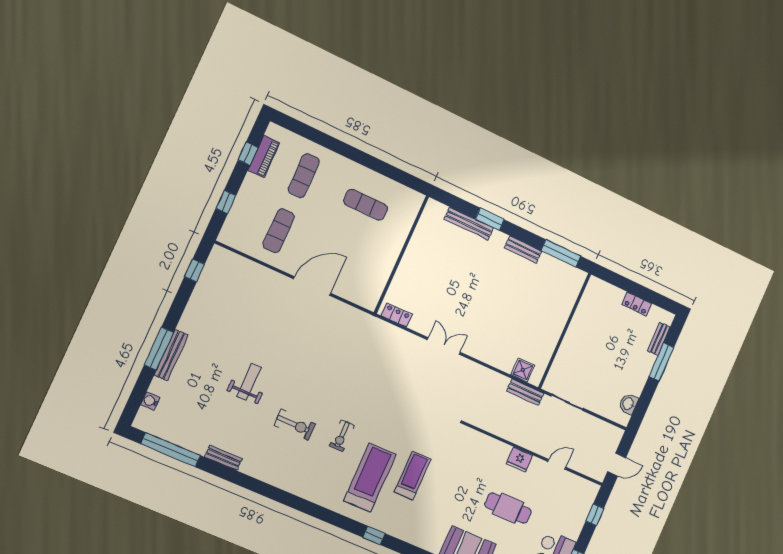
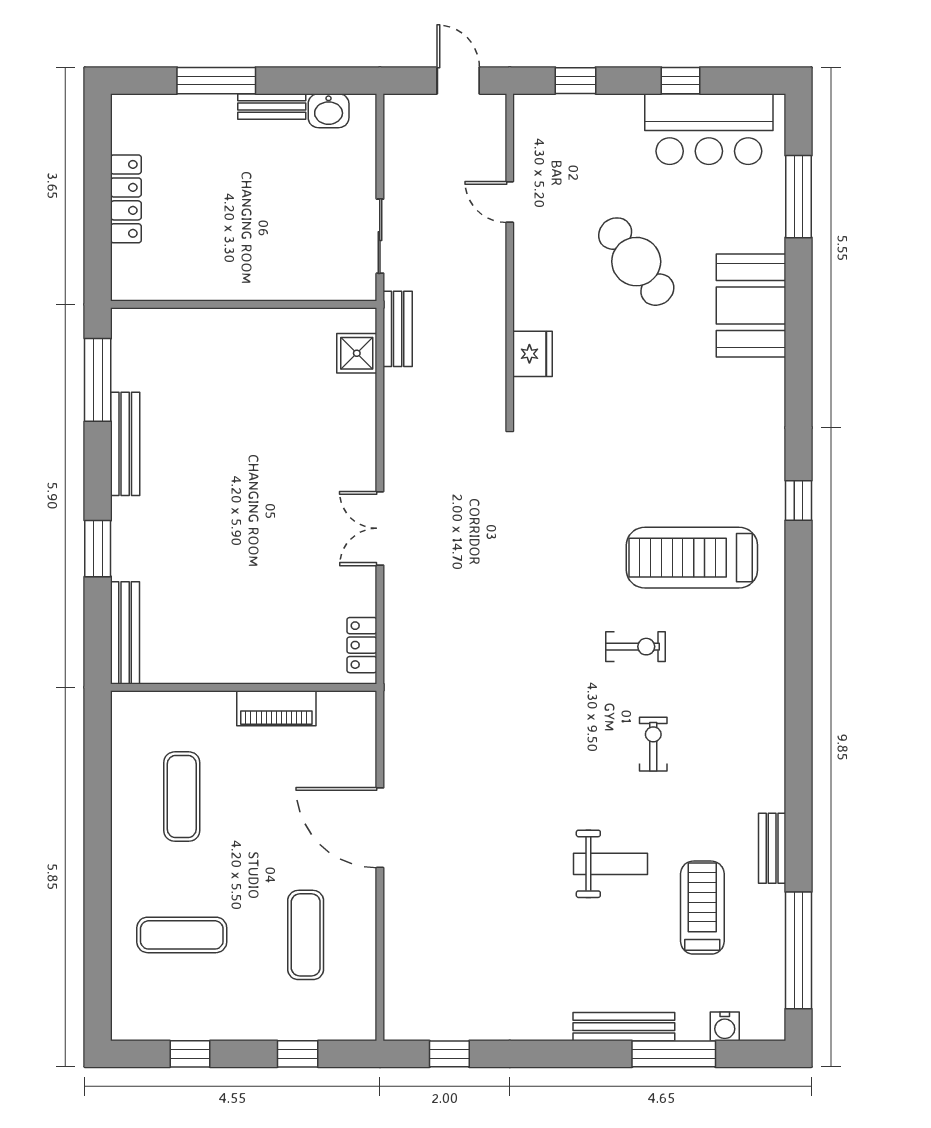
piano: (264, 156) -> (276, 708), moved, turned 180
bench: (469, 224) -> (125, 633), moved
exercise mat: (279, 231) -> (306, 935), turned 90
bench: (523, 249) -> (125, 444), width x1.36
locker: (637, 304) -> (126, 199), width x1.53
bench: (659, 339) -> (272, 106), moved
window: (159, 349) -> (674, 1054), moved
weight bench: (249, 382) -> (610, 864), turned 180
exercise bike: (295, 425) -> (653, 744), width x0.73, depth x0.72
fridge: (519, 460) -> (533, 354), moved
treadmill: (413, 476) -> (702, 908), moved, turned 90
cafe table: (508, 508) -> (636, 262), turned -37

